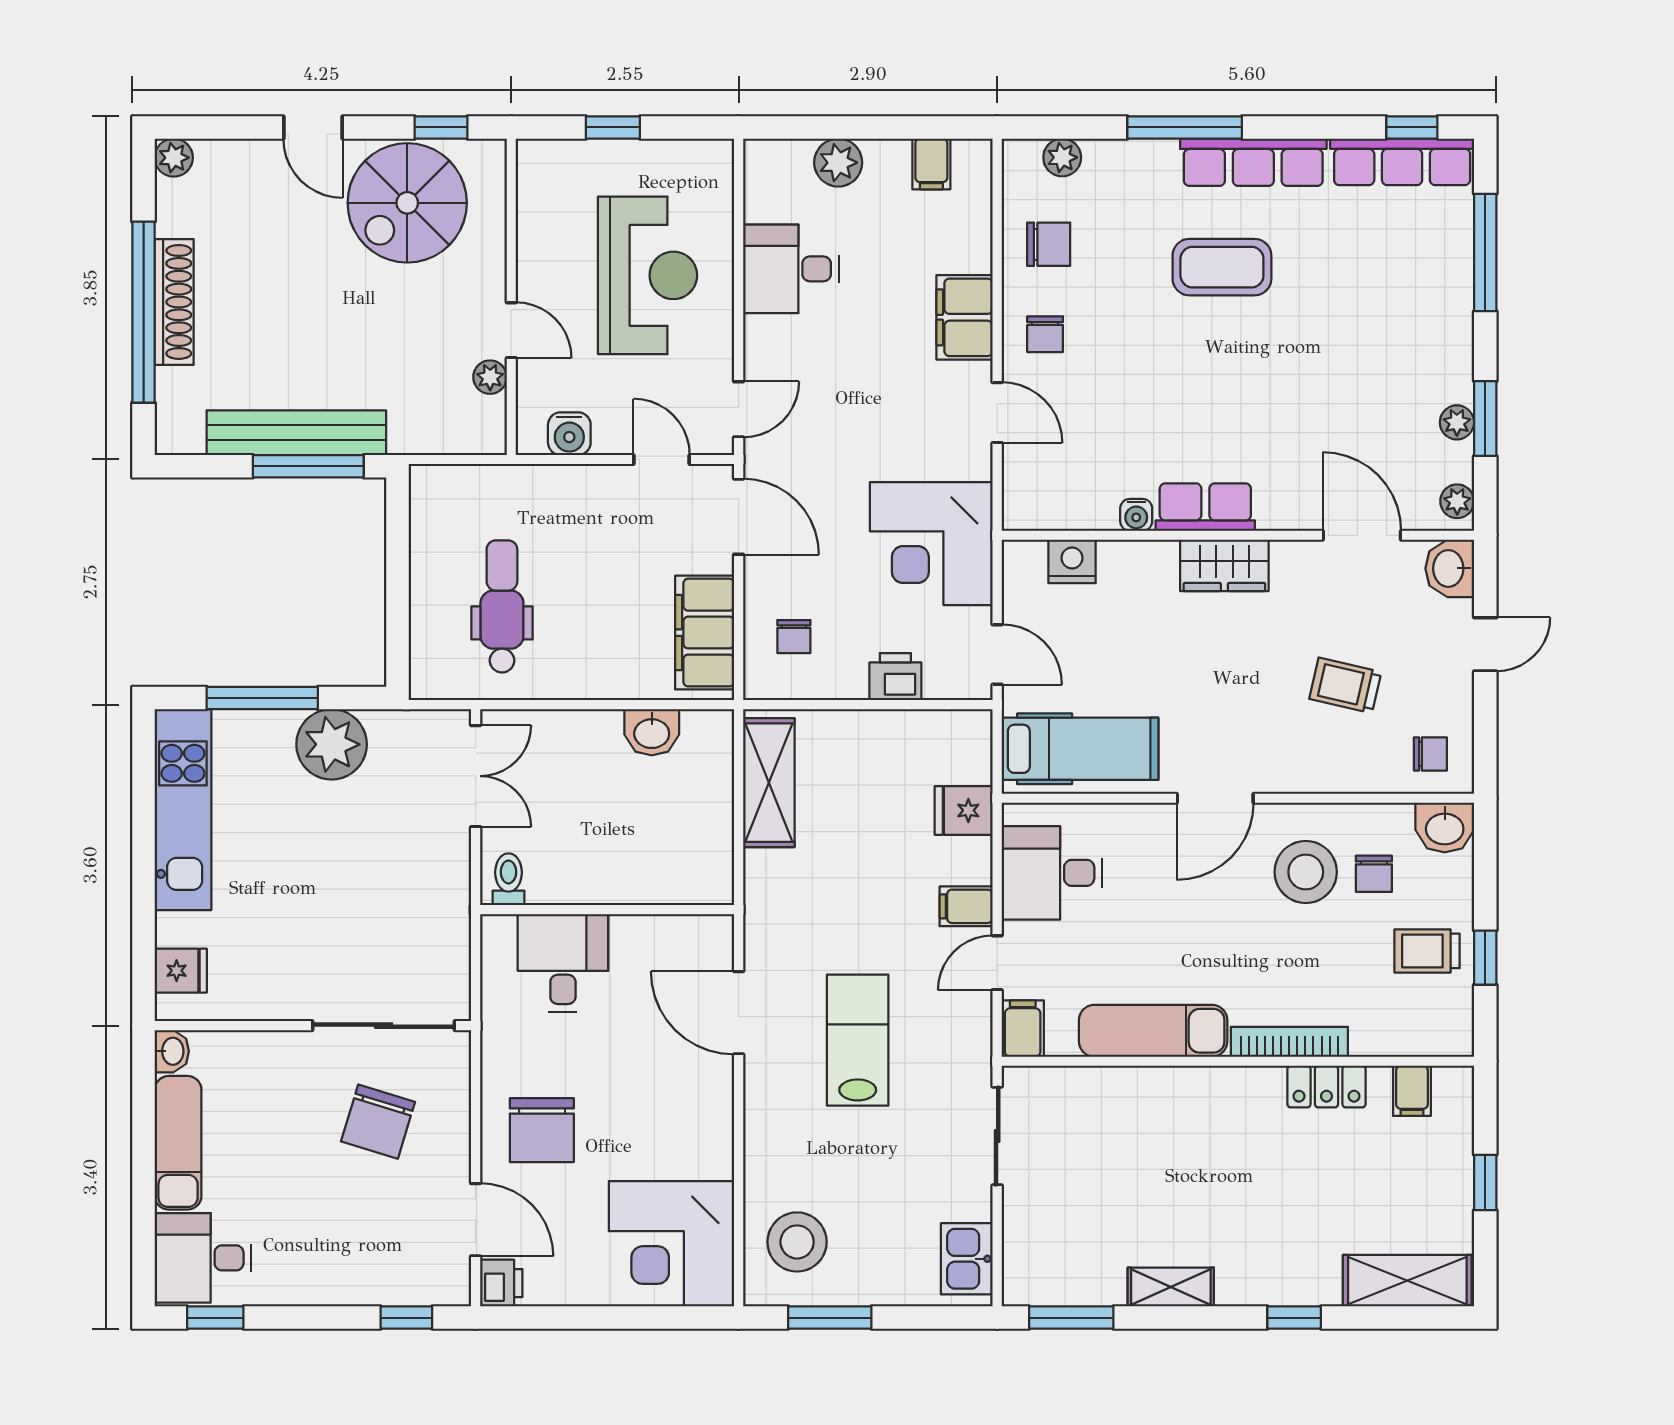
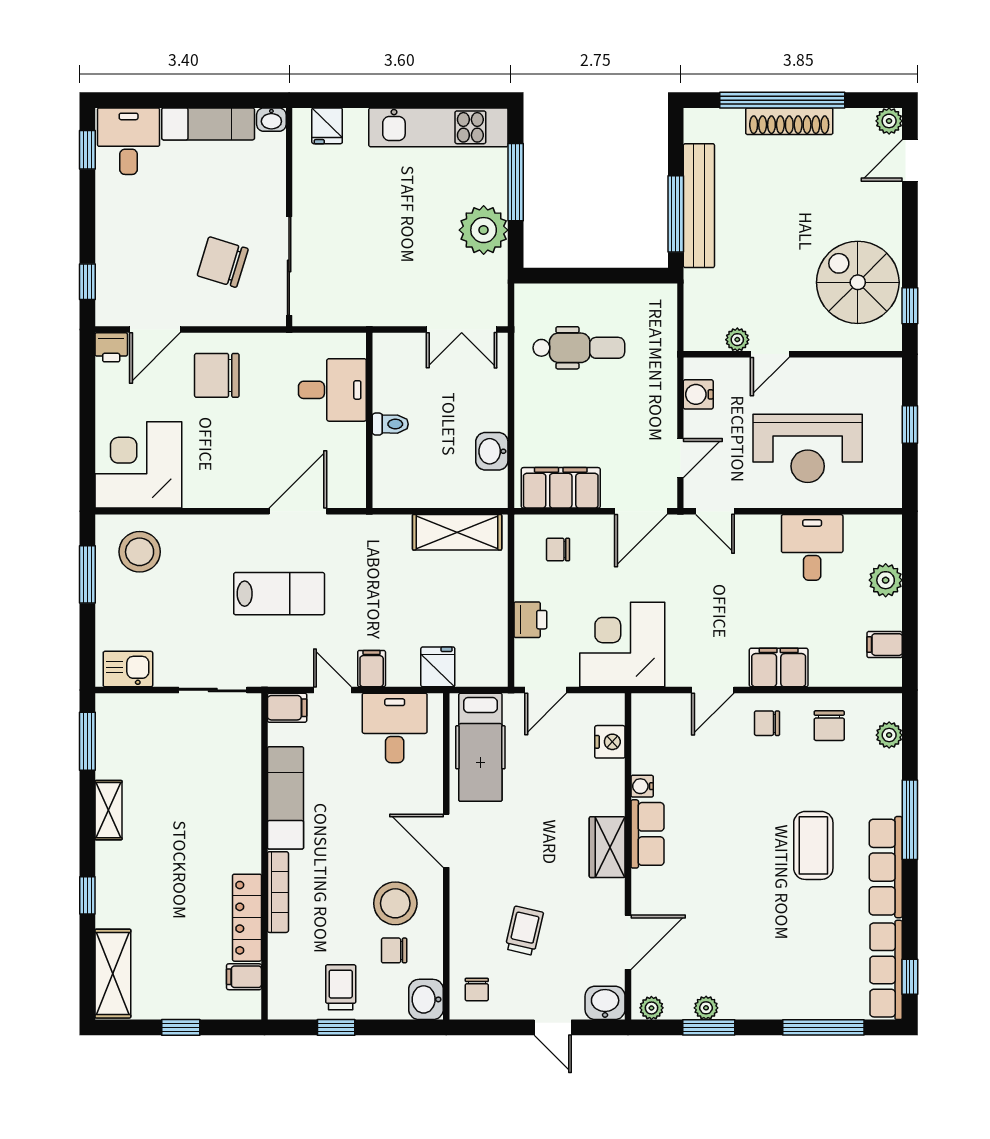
door: (313, 127) -> (910, 160), moved
toilet: (508, 879) -> (390, 424), moved
locker: (1326, 1087) -> (247, 918), width x1.53

